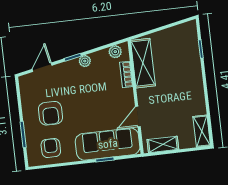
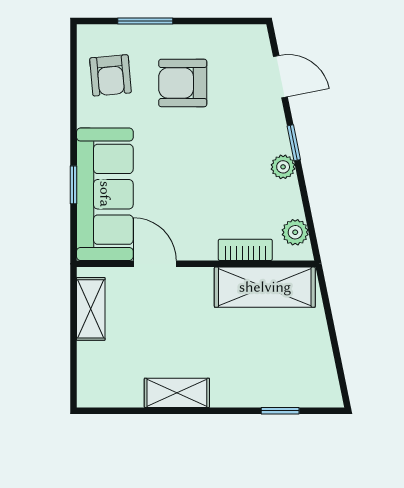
shelving: (202, 131) -> (177, 393), moved
armchair: (51, 148) -> (110, 75), turned 85

